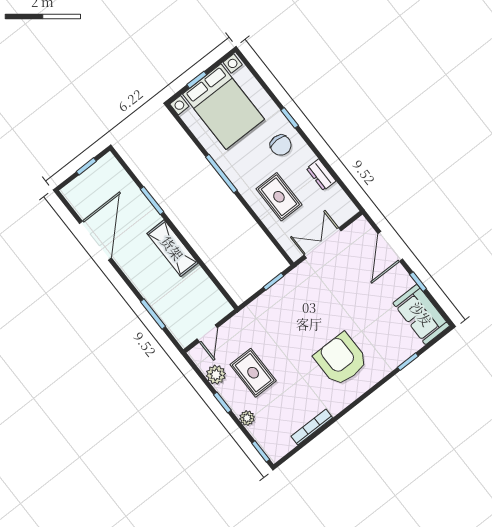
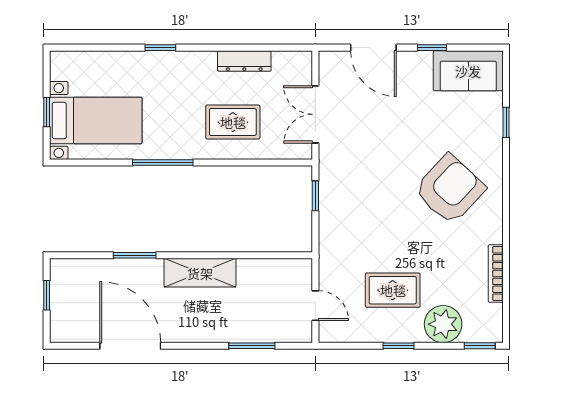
bed with nightstands: (223, 107) -> (96, 120), width x0.73
chair: (281, 145) -> (181, 79), removed
dresser: (321, 175) -> (244, 61), width x1.44
armchair: (341, 359) -> (450, 189), turned 133
plant: (216, 375) -> (365, 330), removed
plant: (247, 418) -> (443, 324), width x1.87, depth x1.87

